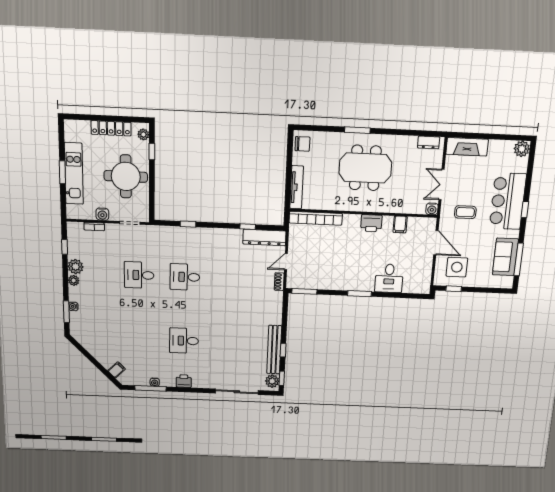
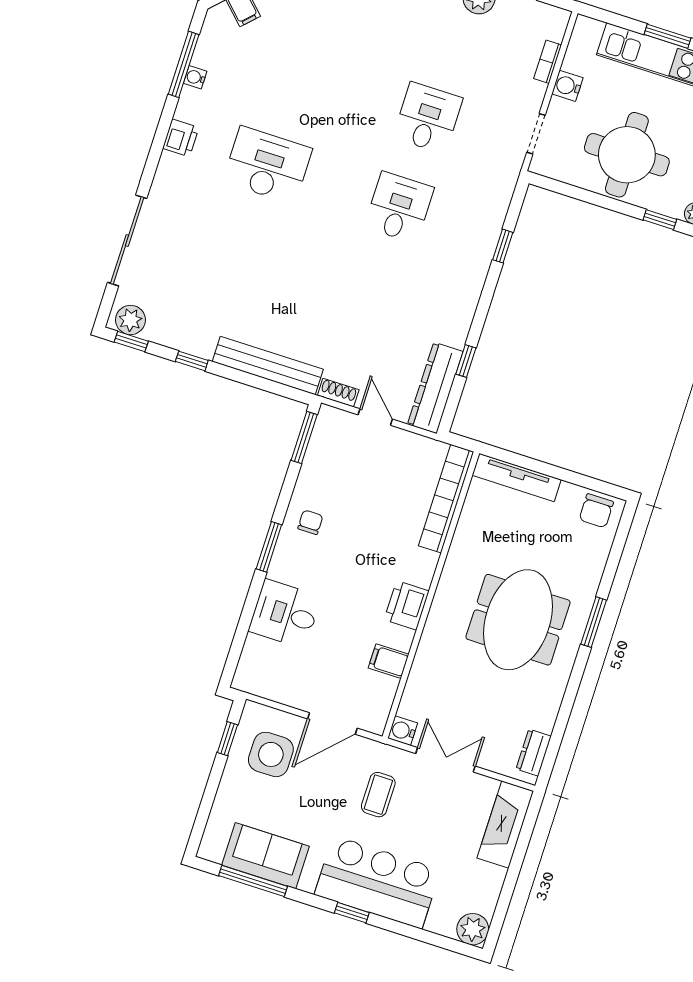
chair: (343, 278) -> (310, 522), added
desk: (184, 341) -> (267, 165), width x1.37
bench: (274, 350) -> (268, 366), moved

